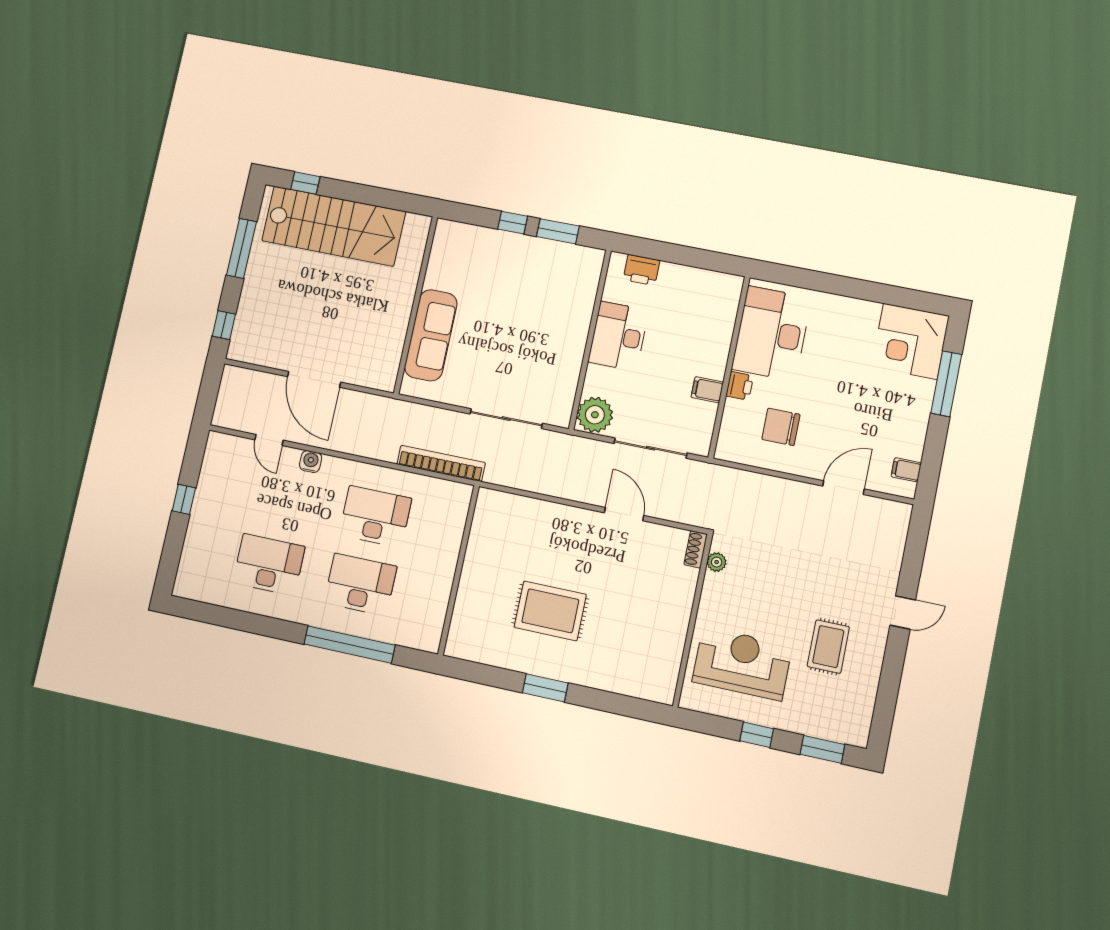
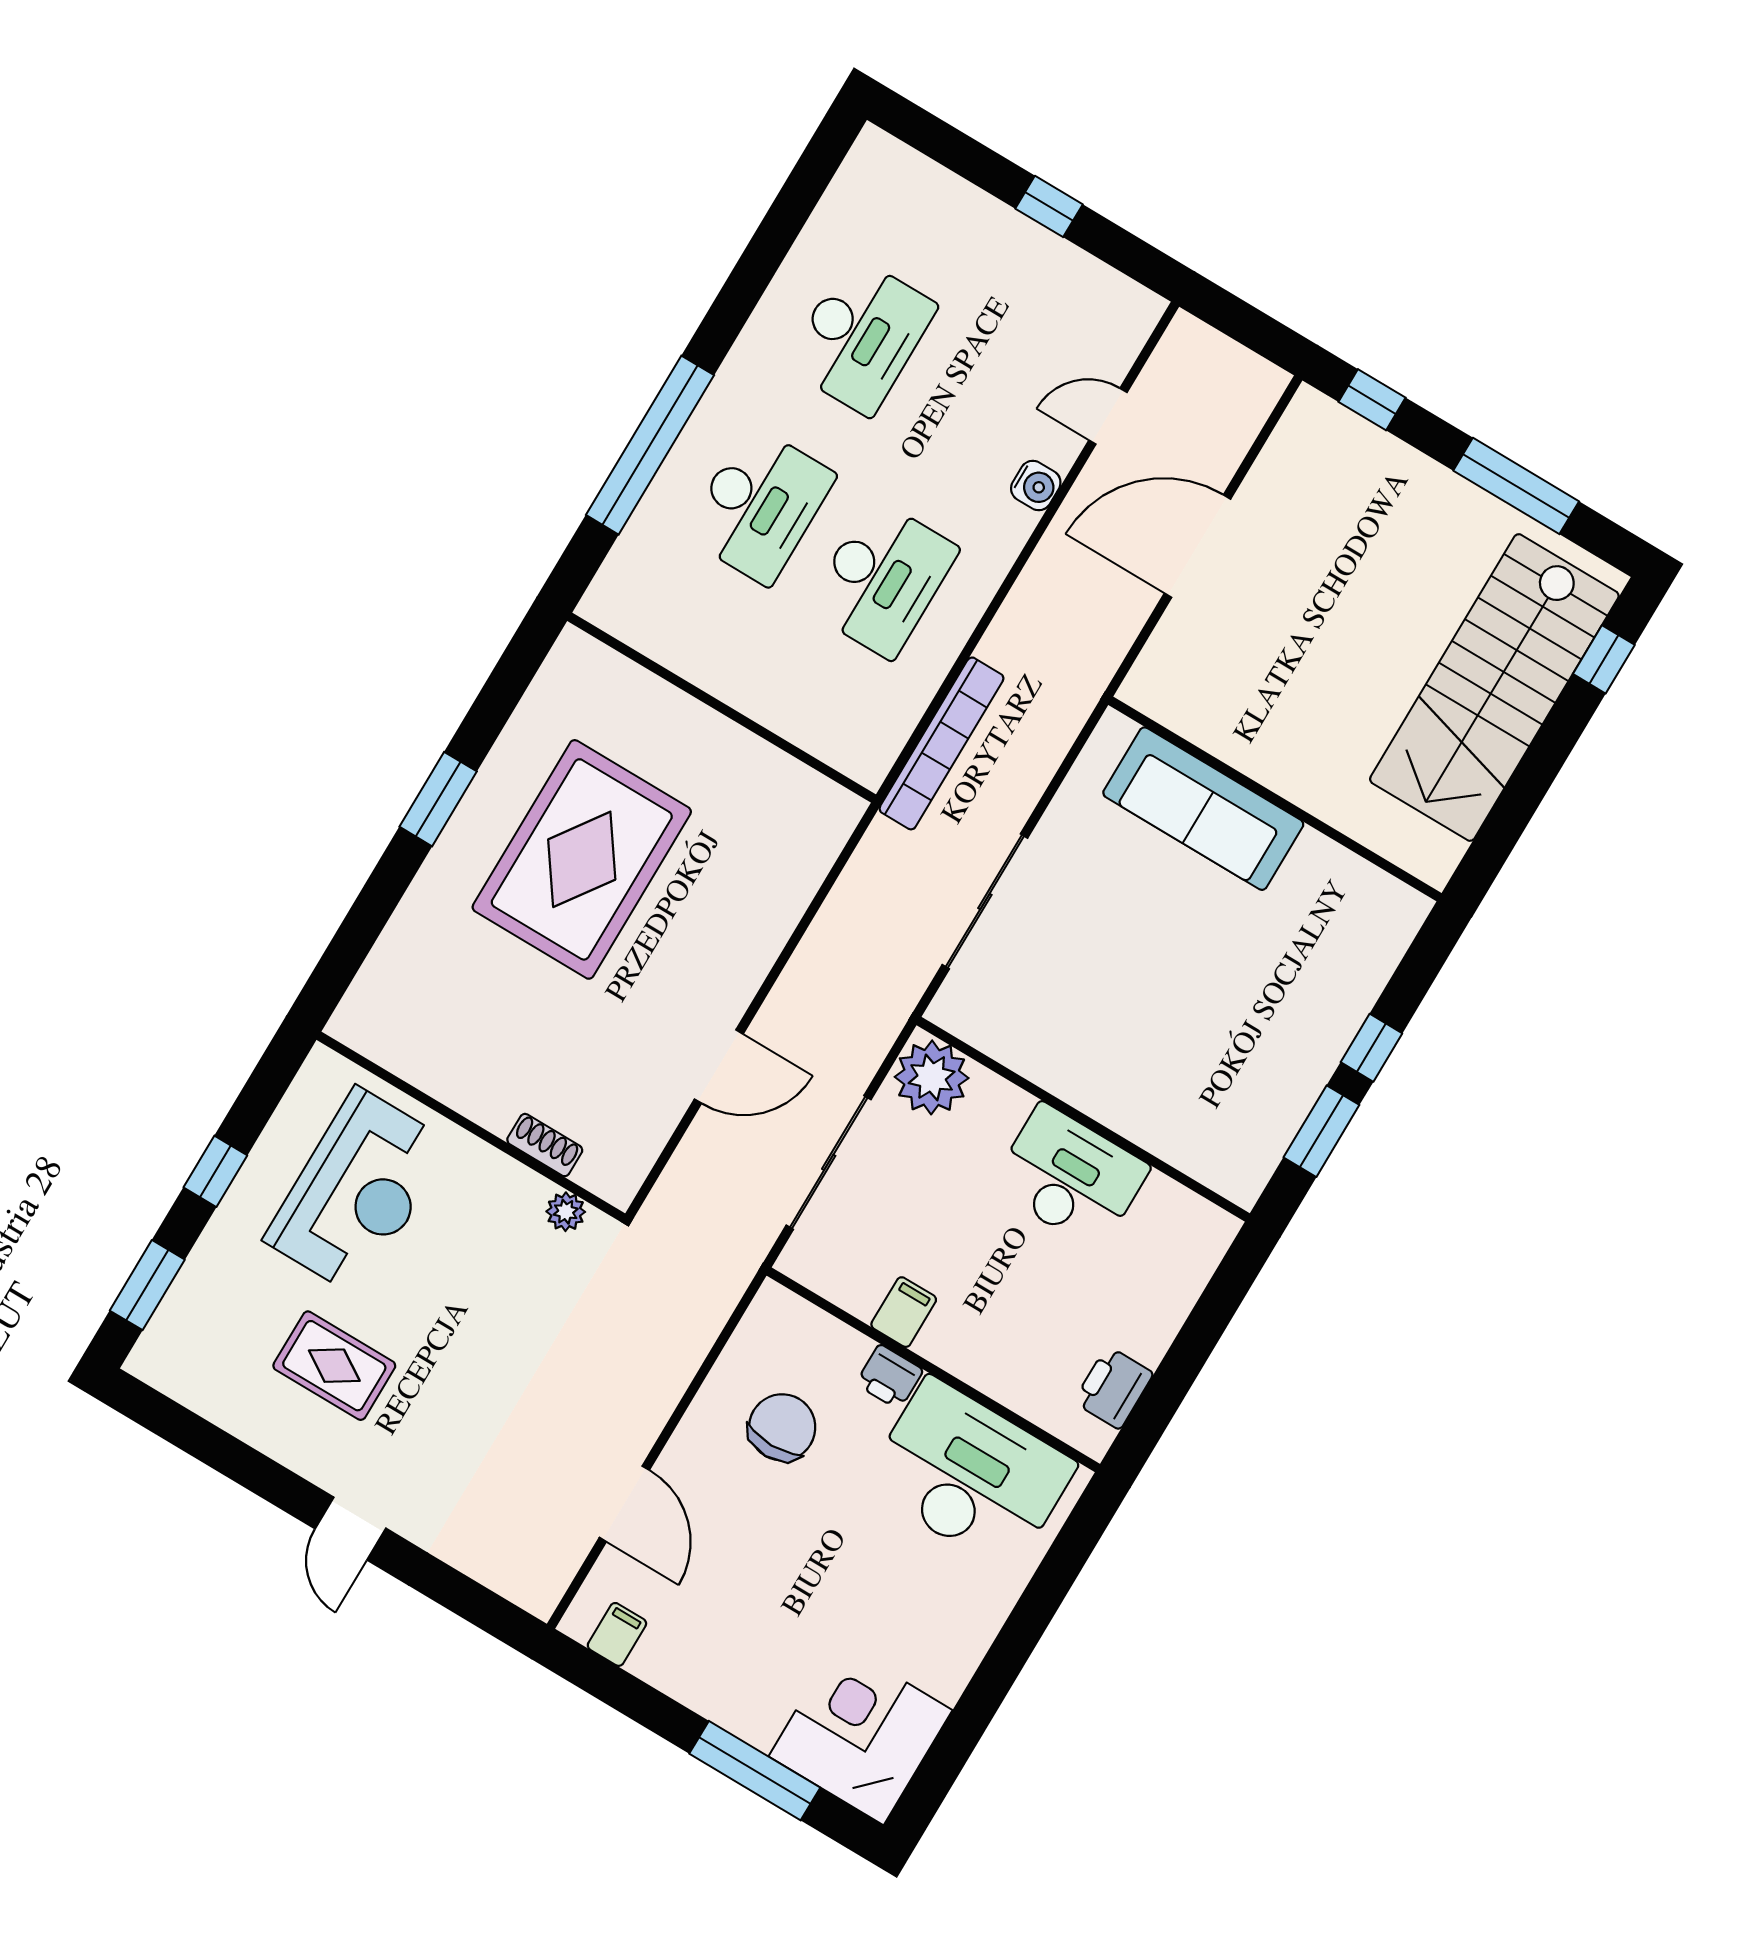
printer: (641, 270) -> (1113, 1388), moved
shoe rack: (696, 549) -> (545, 1145), moved
rug: (550, 611) -> (582, 859), width x1.37, depth x1.44

